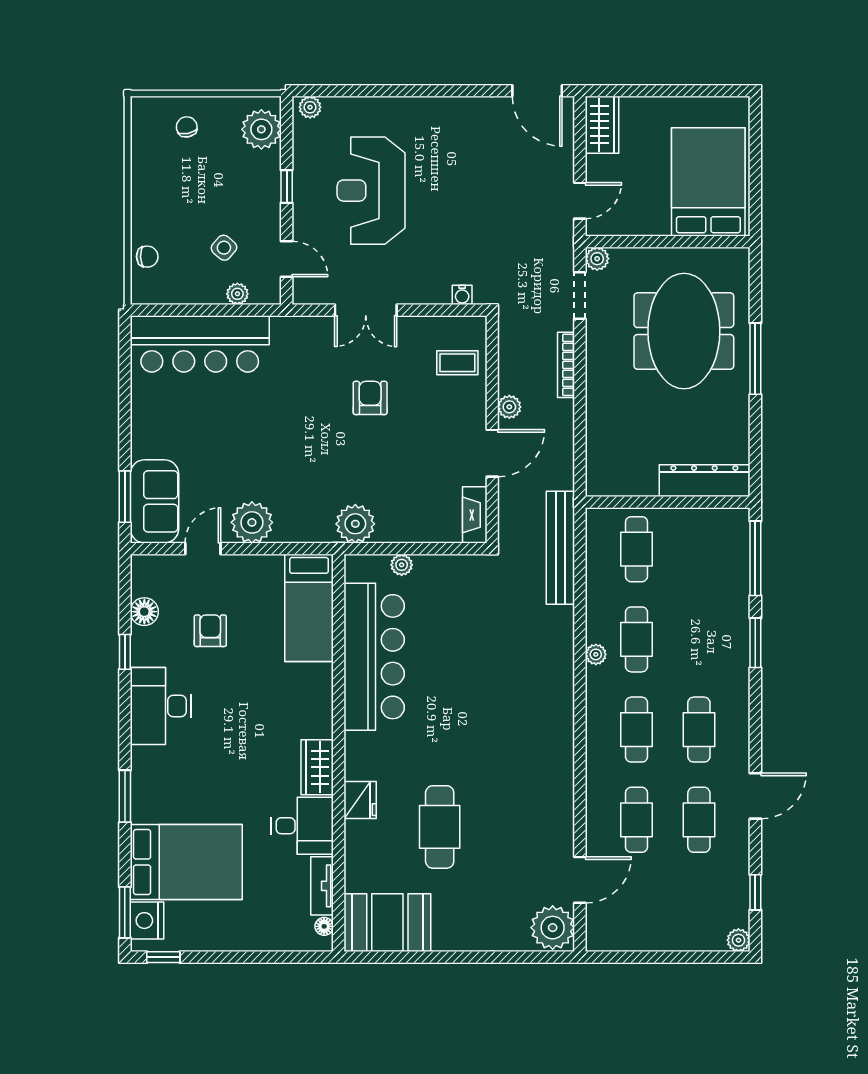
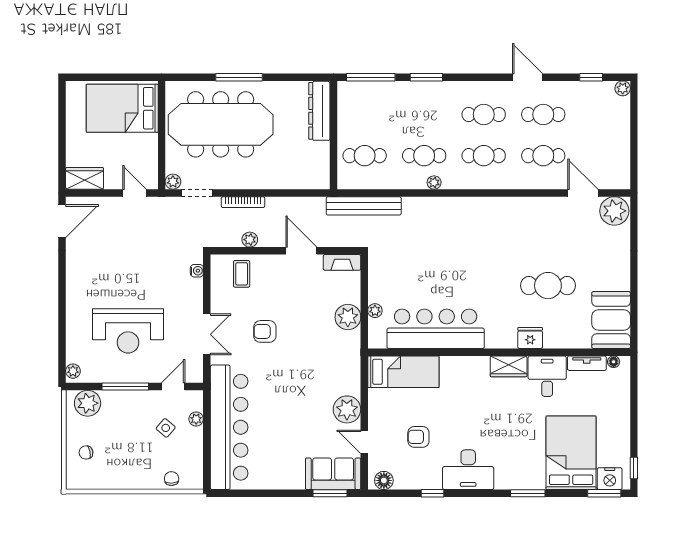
window: (287, 186) -> (125, 387), width x2.17
meeting table: (684, 331) -> (221, 124), width x1.36
bar counter: (200, 344) -> (229, 427), width x1.36
plant: (509, 407) -> (250, 240), moved
plant: (355, 524) -> (348, 317), moved
floor lamp: (144, 612) -> (384, 480), moved

